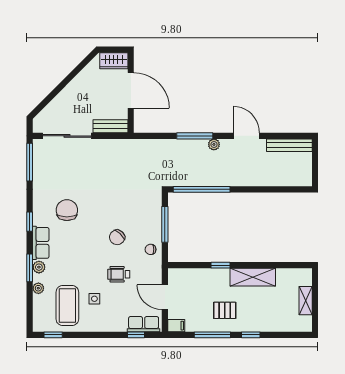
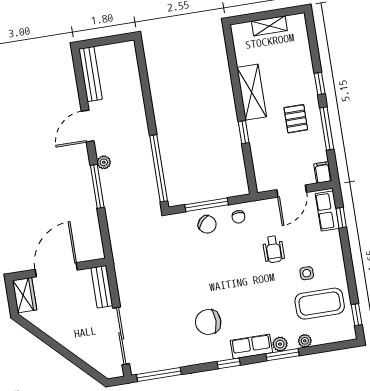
chair: (117, 237) -> (207, 224), moved

